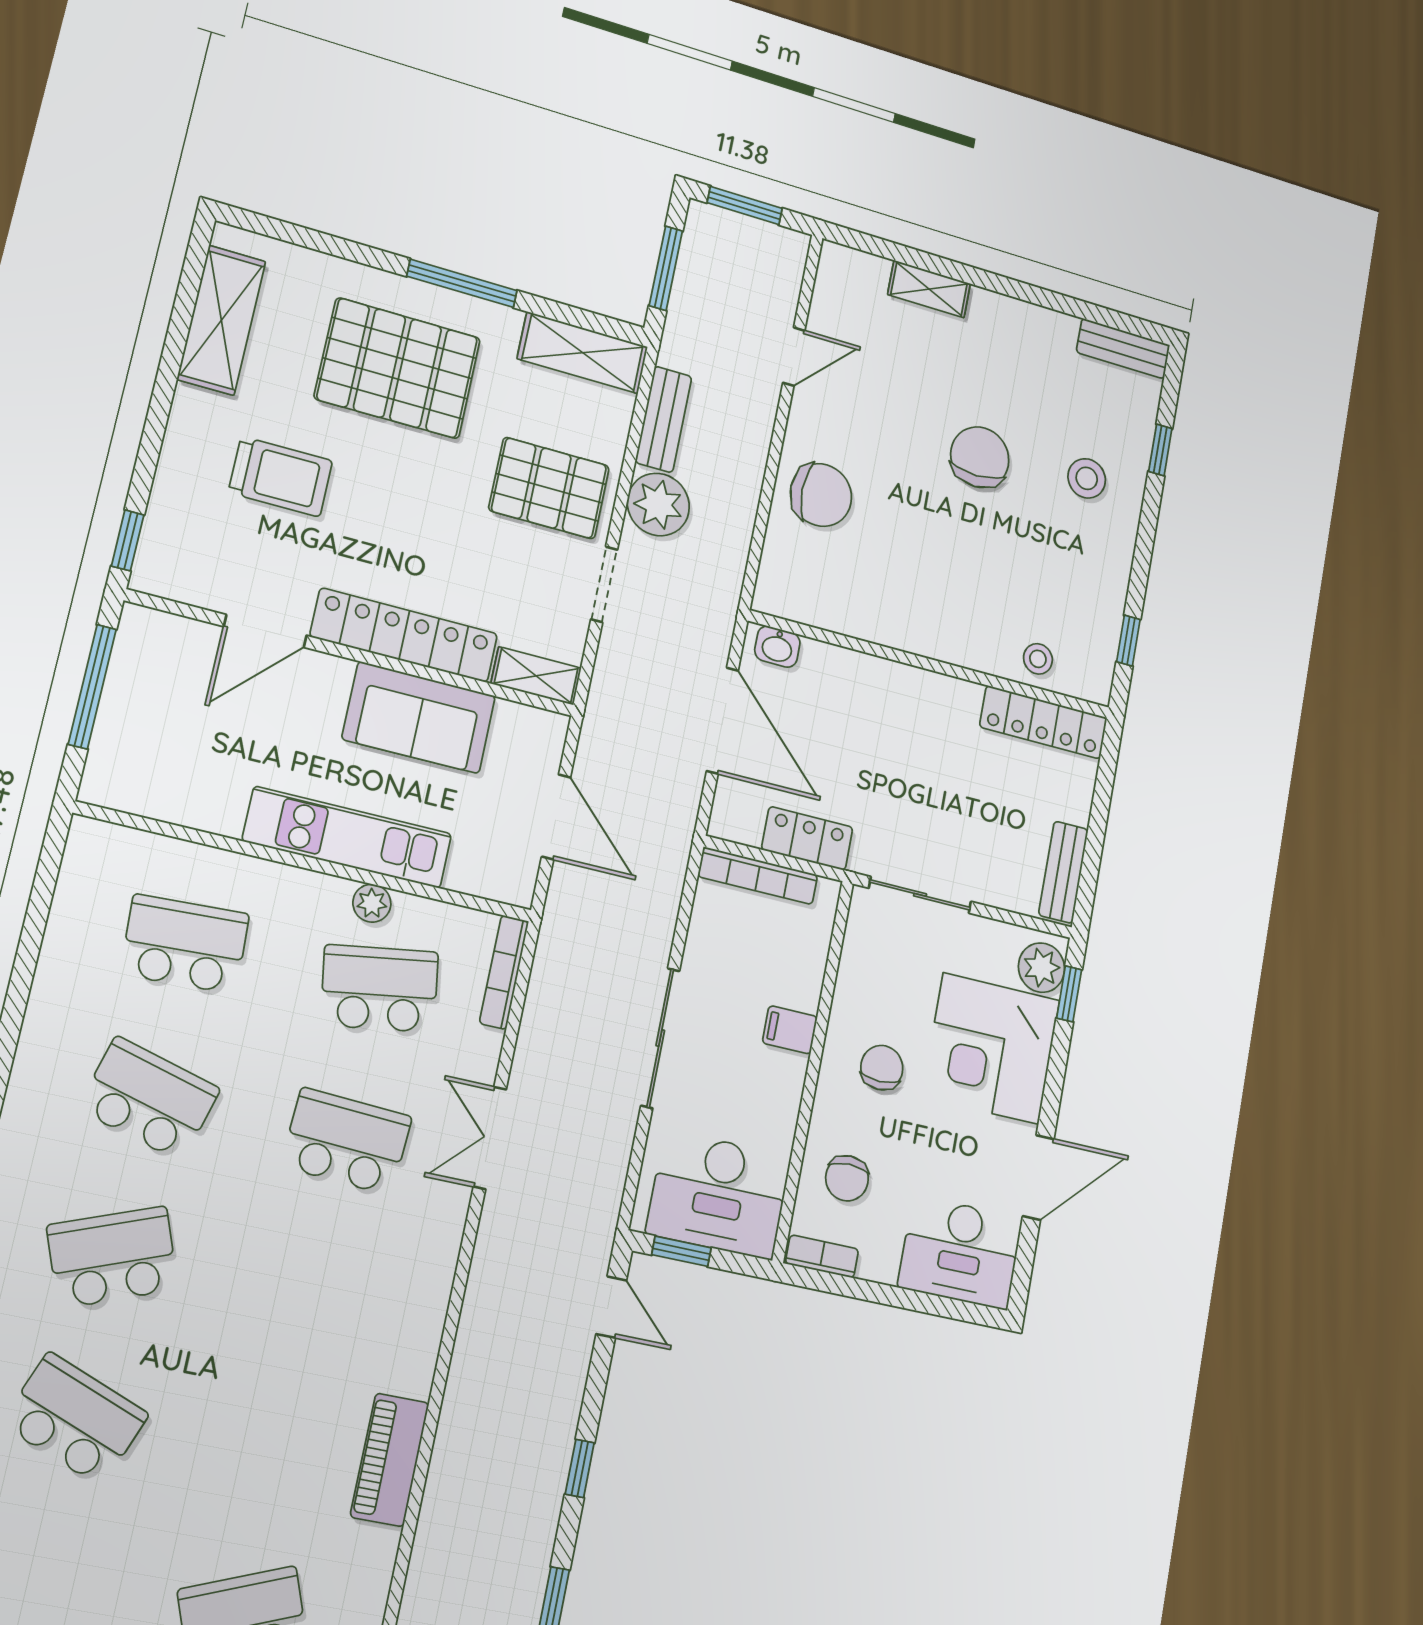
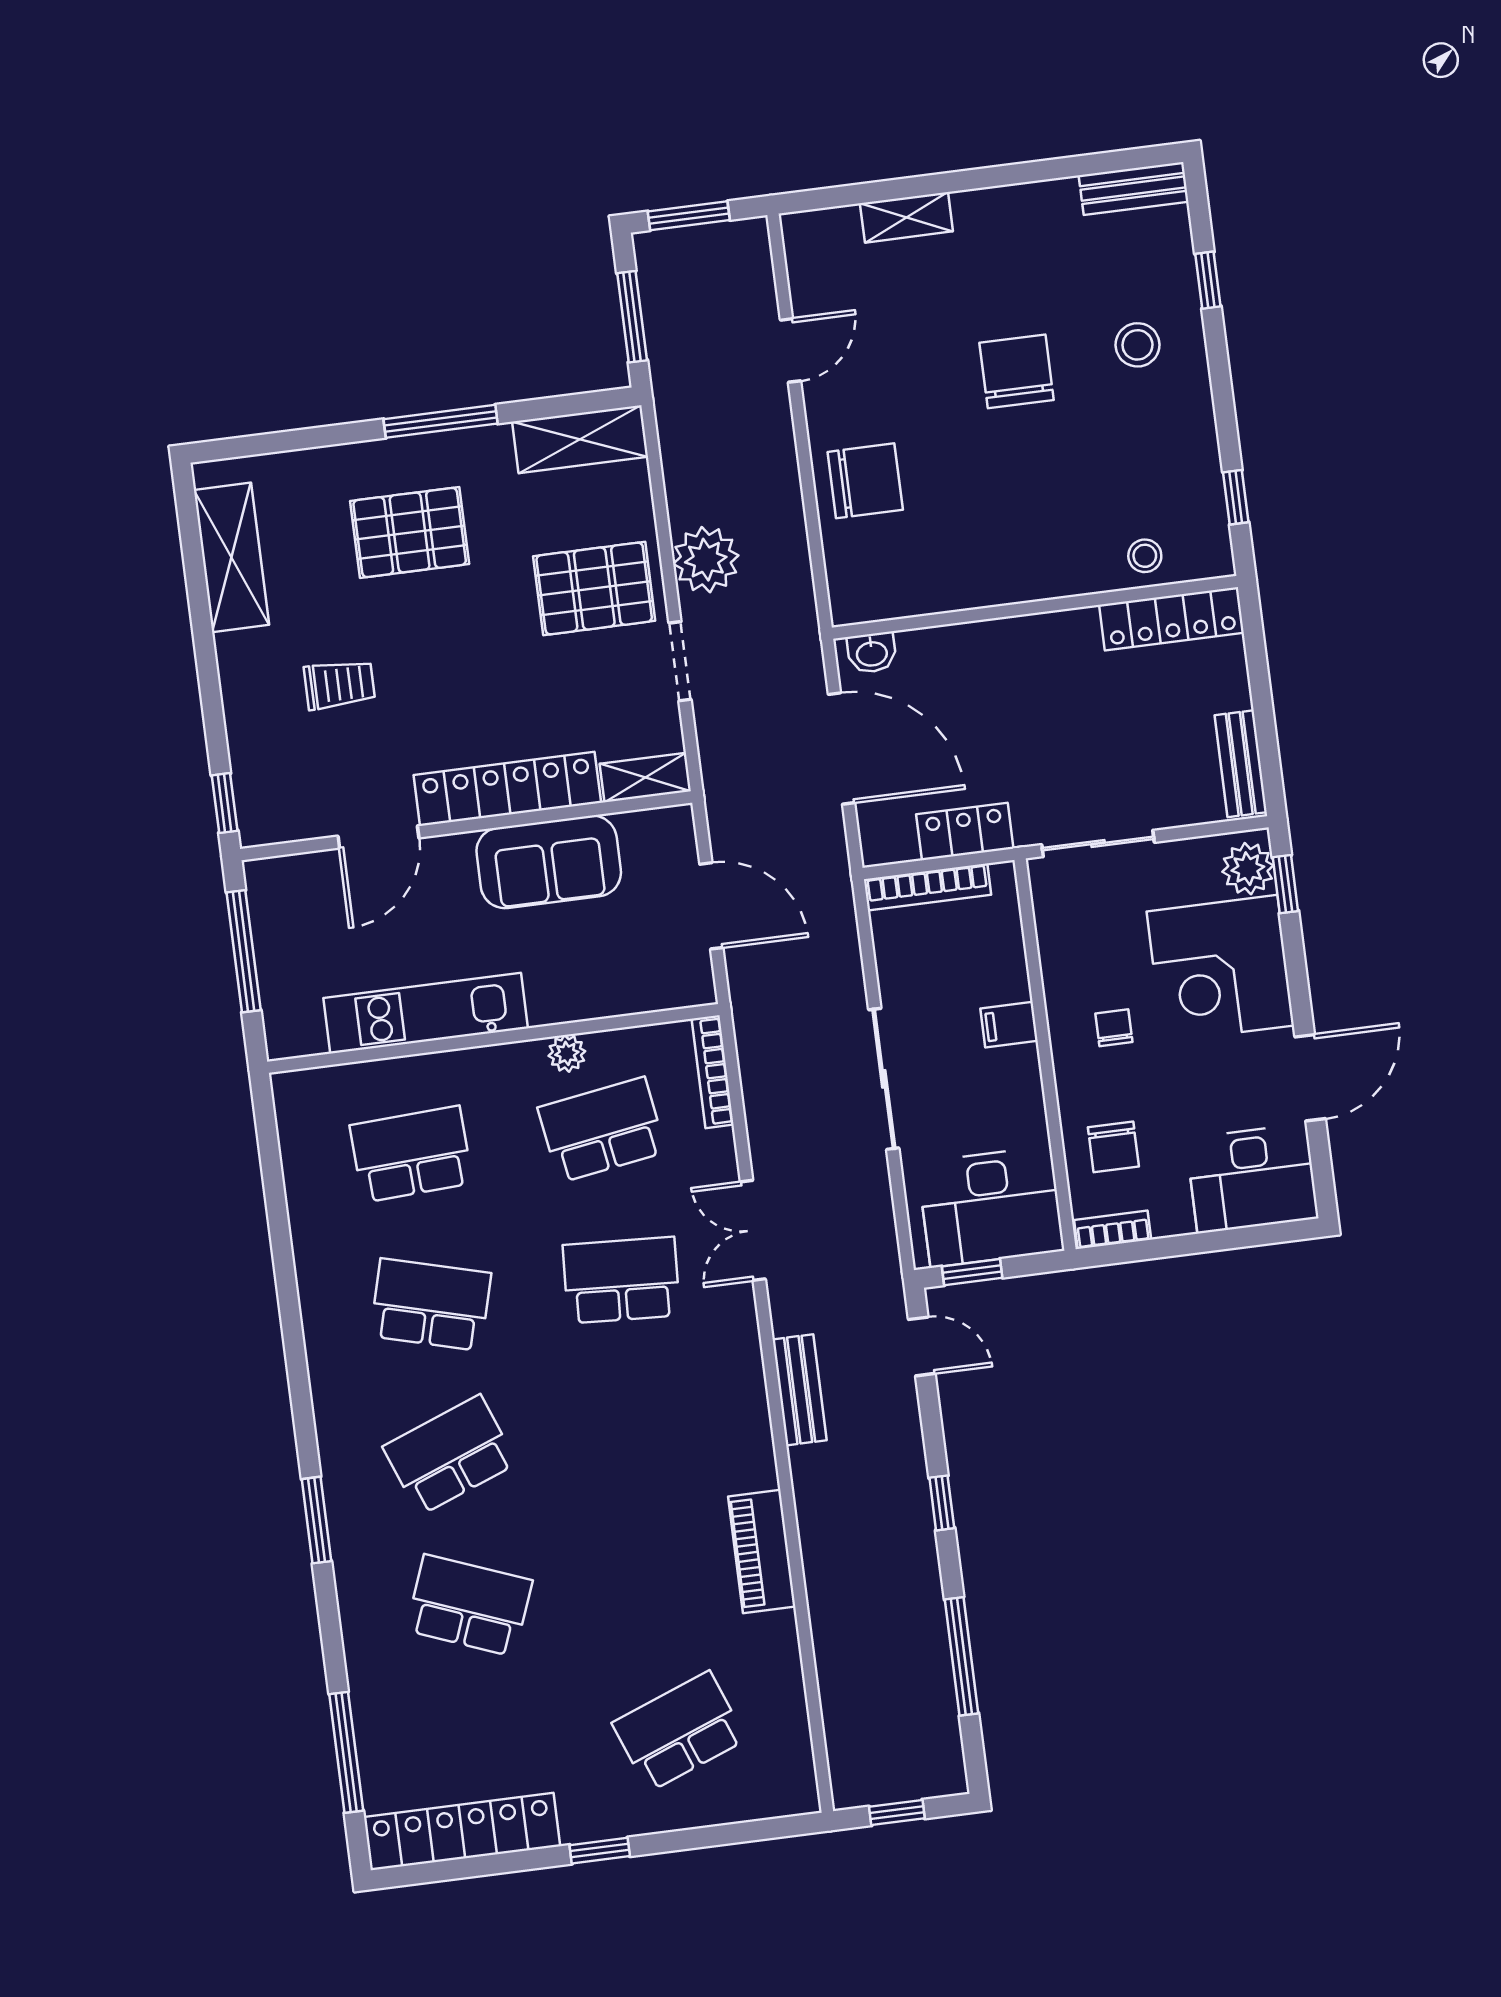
pallet: (398, 368) -> (410, 532), width x0.73, depth x0.71
bench: (664, 419) -> (800, 1390), moved
trolley: (281, 477) -> (339, 684), width x0.73, depth x0.72
kitchen unit: (348, 837) -> (426, 1013), moved
chair: (882, 1068) -> (1114, 1028), width x0.73, depth x0.73

